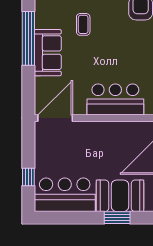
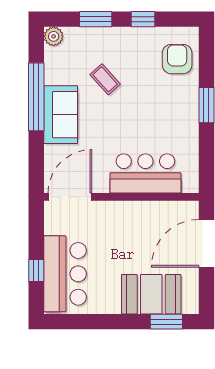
coffee table: (83, 24) -> (105, 79), turned -42
bar counter: (65, 195) -> (65, 274), moved, turned 90
window: (117, 218) -> (166, 322), moved

